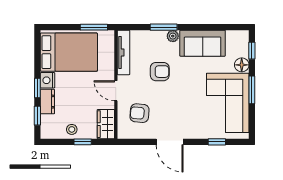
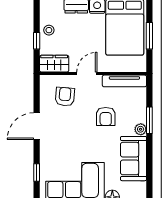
window: (94, 27) -> (149, 36), moved

